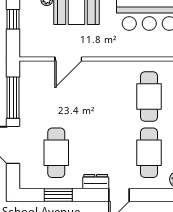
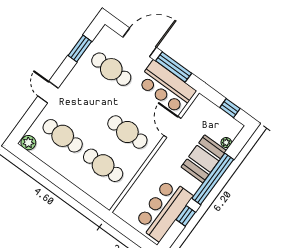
bar counter: (36, 91) -> (166, 87), added
cafe table: (103, 97) -> (127, 132), added
dresser: (96, 182) -> (70, 82), removed

